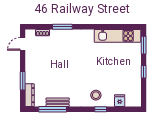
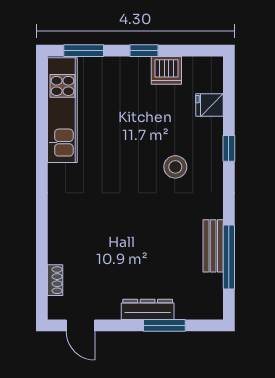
window: (62, 27) -> (42, 235), removed
dishwasher: (135, 82) -> (166, 70), added
dresser: (30, 95) -> (148, 309), moved
stool: (96, 95) -> (175, 167), moved

